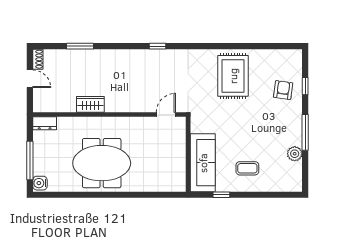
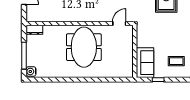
wardrobe: (90, 104) -> (66, 16), removed
meeting table: (102, 163) -> (84, 47), moved, turned 90
sofa: (203, 163) -> (145, 63), width x0.73

